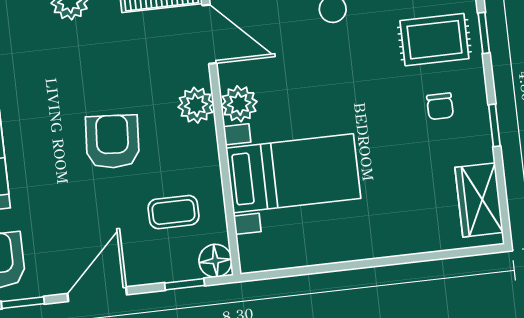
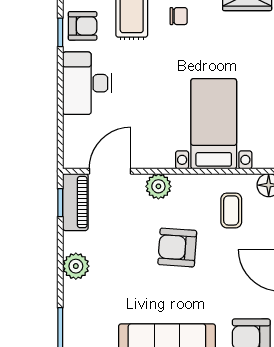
plant: (239, 104) -> (161, 156), removed

